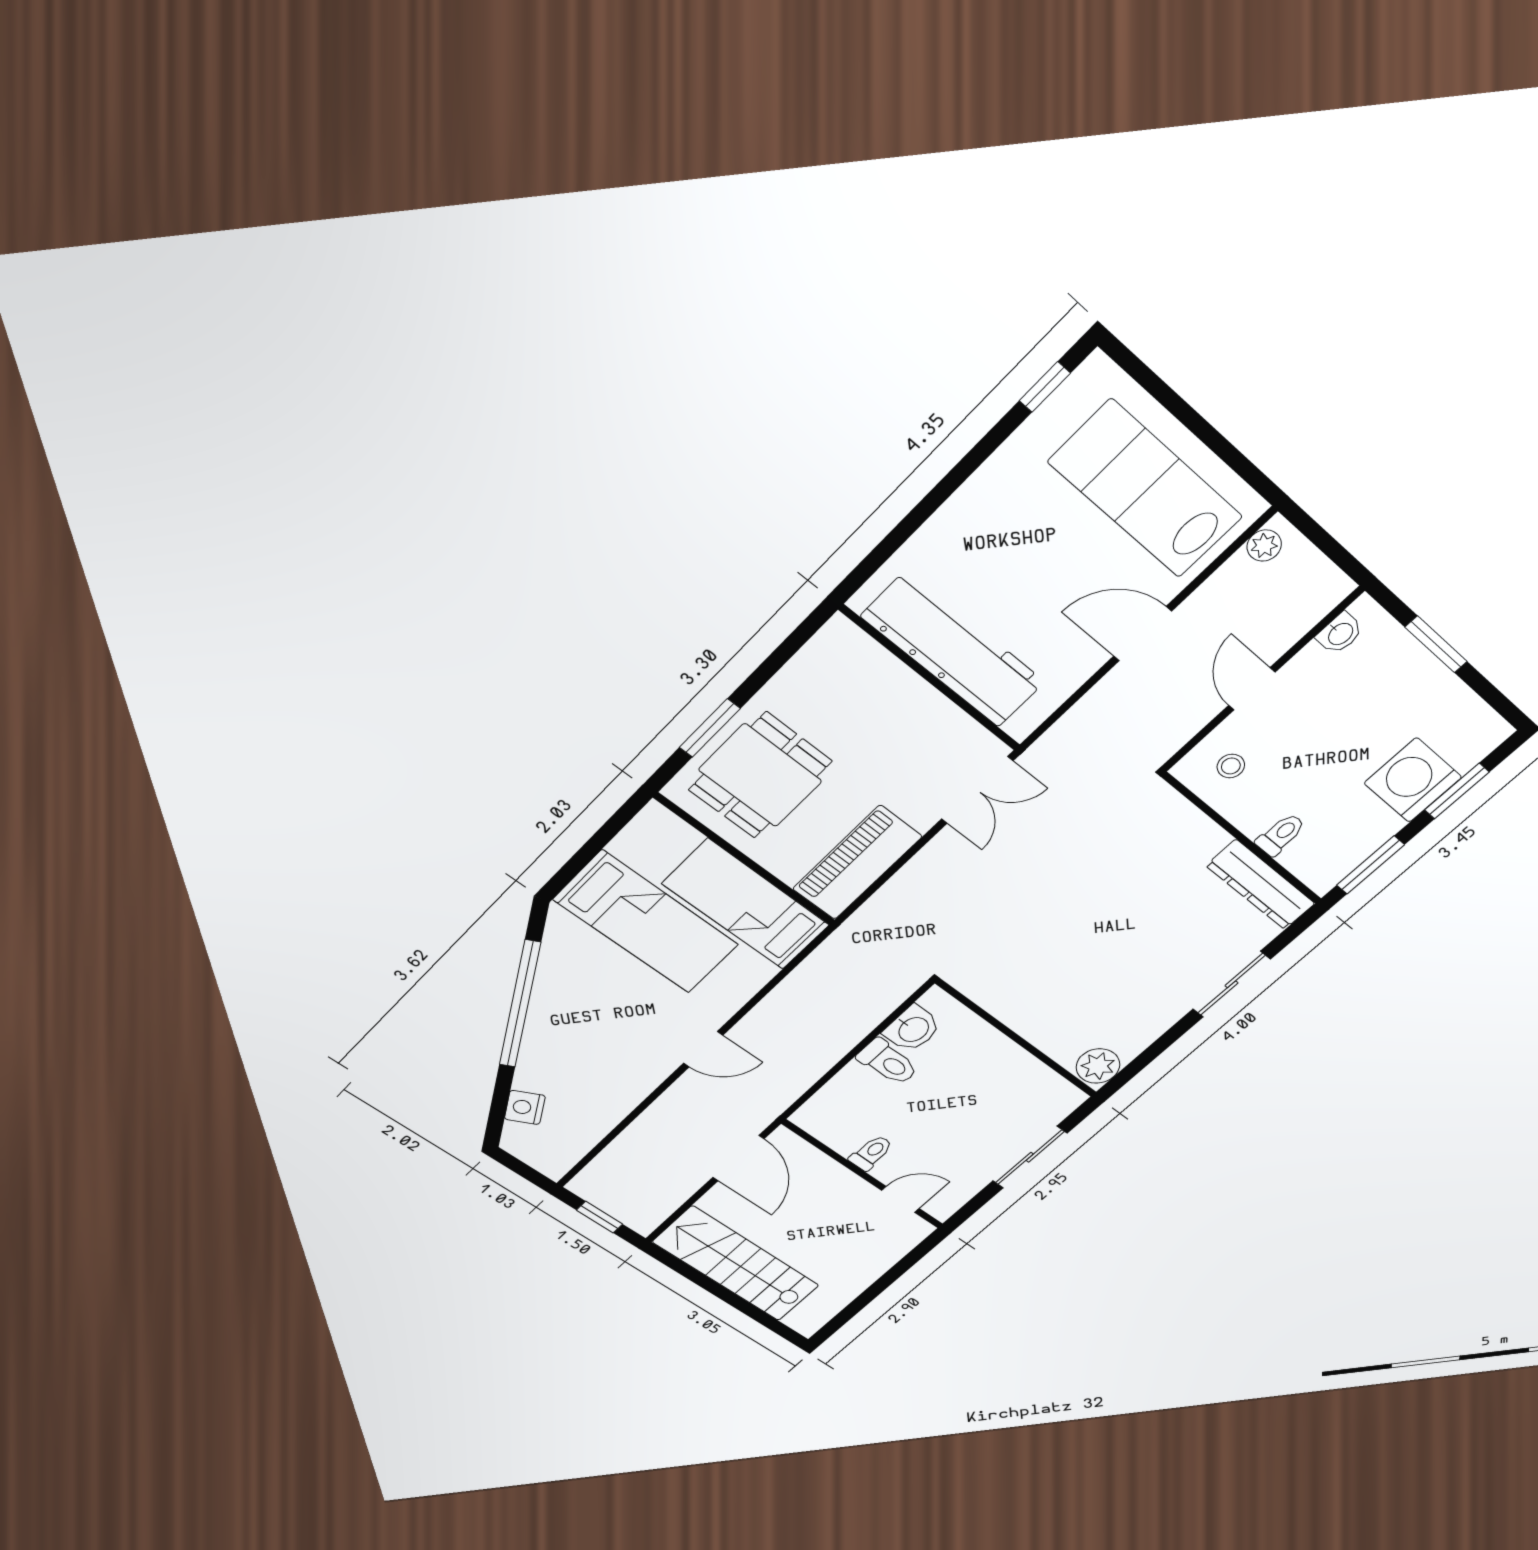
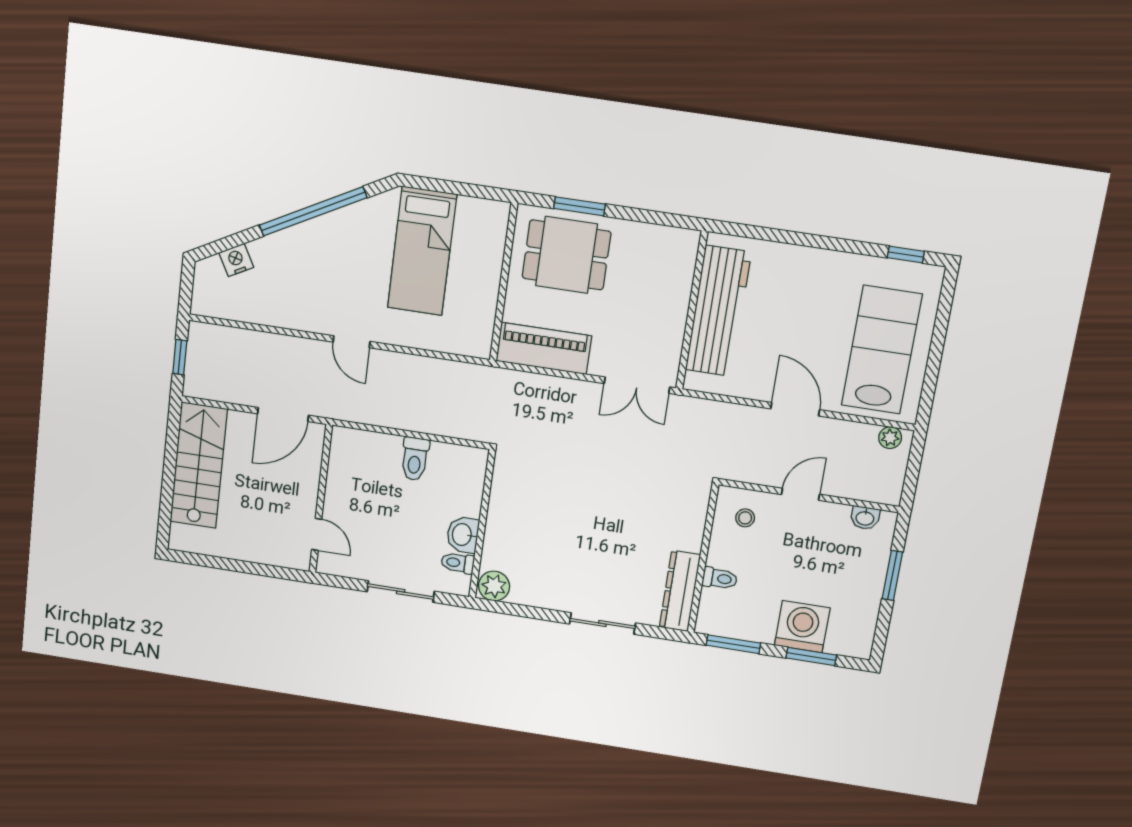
bed: (746, 904) -> (473, 302), removed
washbasin: (913, 1029) -> (463, 535), moved, turned 90
toilet: (871, 1153) -> (458, 563), moved, turned 180

